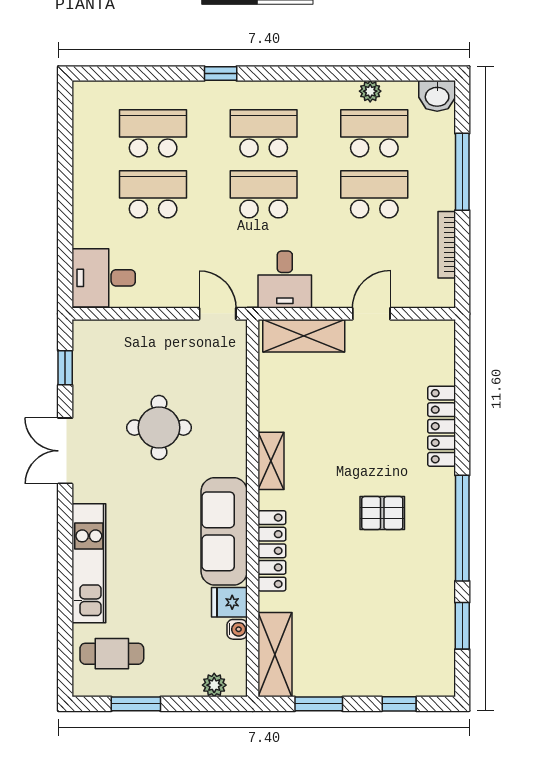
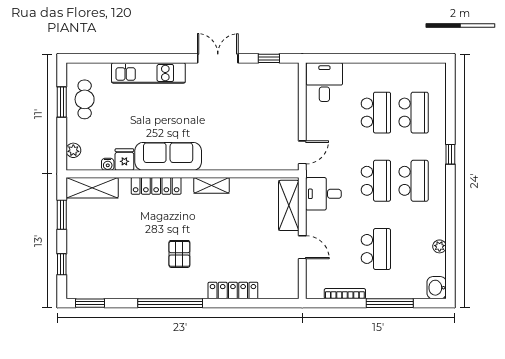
school desk: (374, 133) -> (414, 249), removed
round table: (159, 428) -> (232, 116), removed
window: (462, 626) -> (90, 303), moved
cafe table: (112, 654) -> (85, 99), moved

